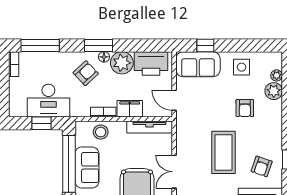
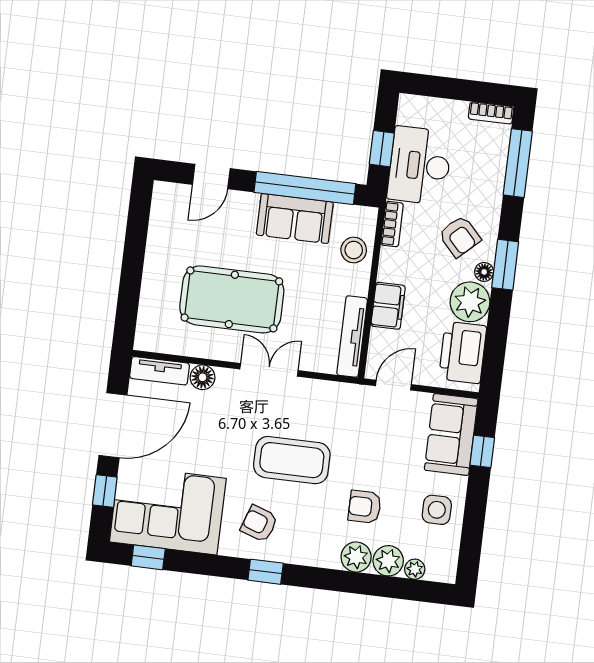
plant: (274, 109) -> (356, 557), added
bookcase: (103, 112) -> (392, 224), moved

